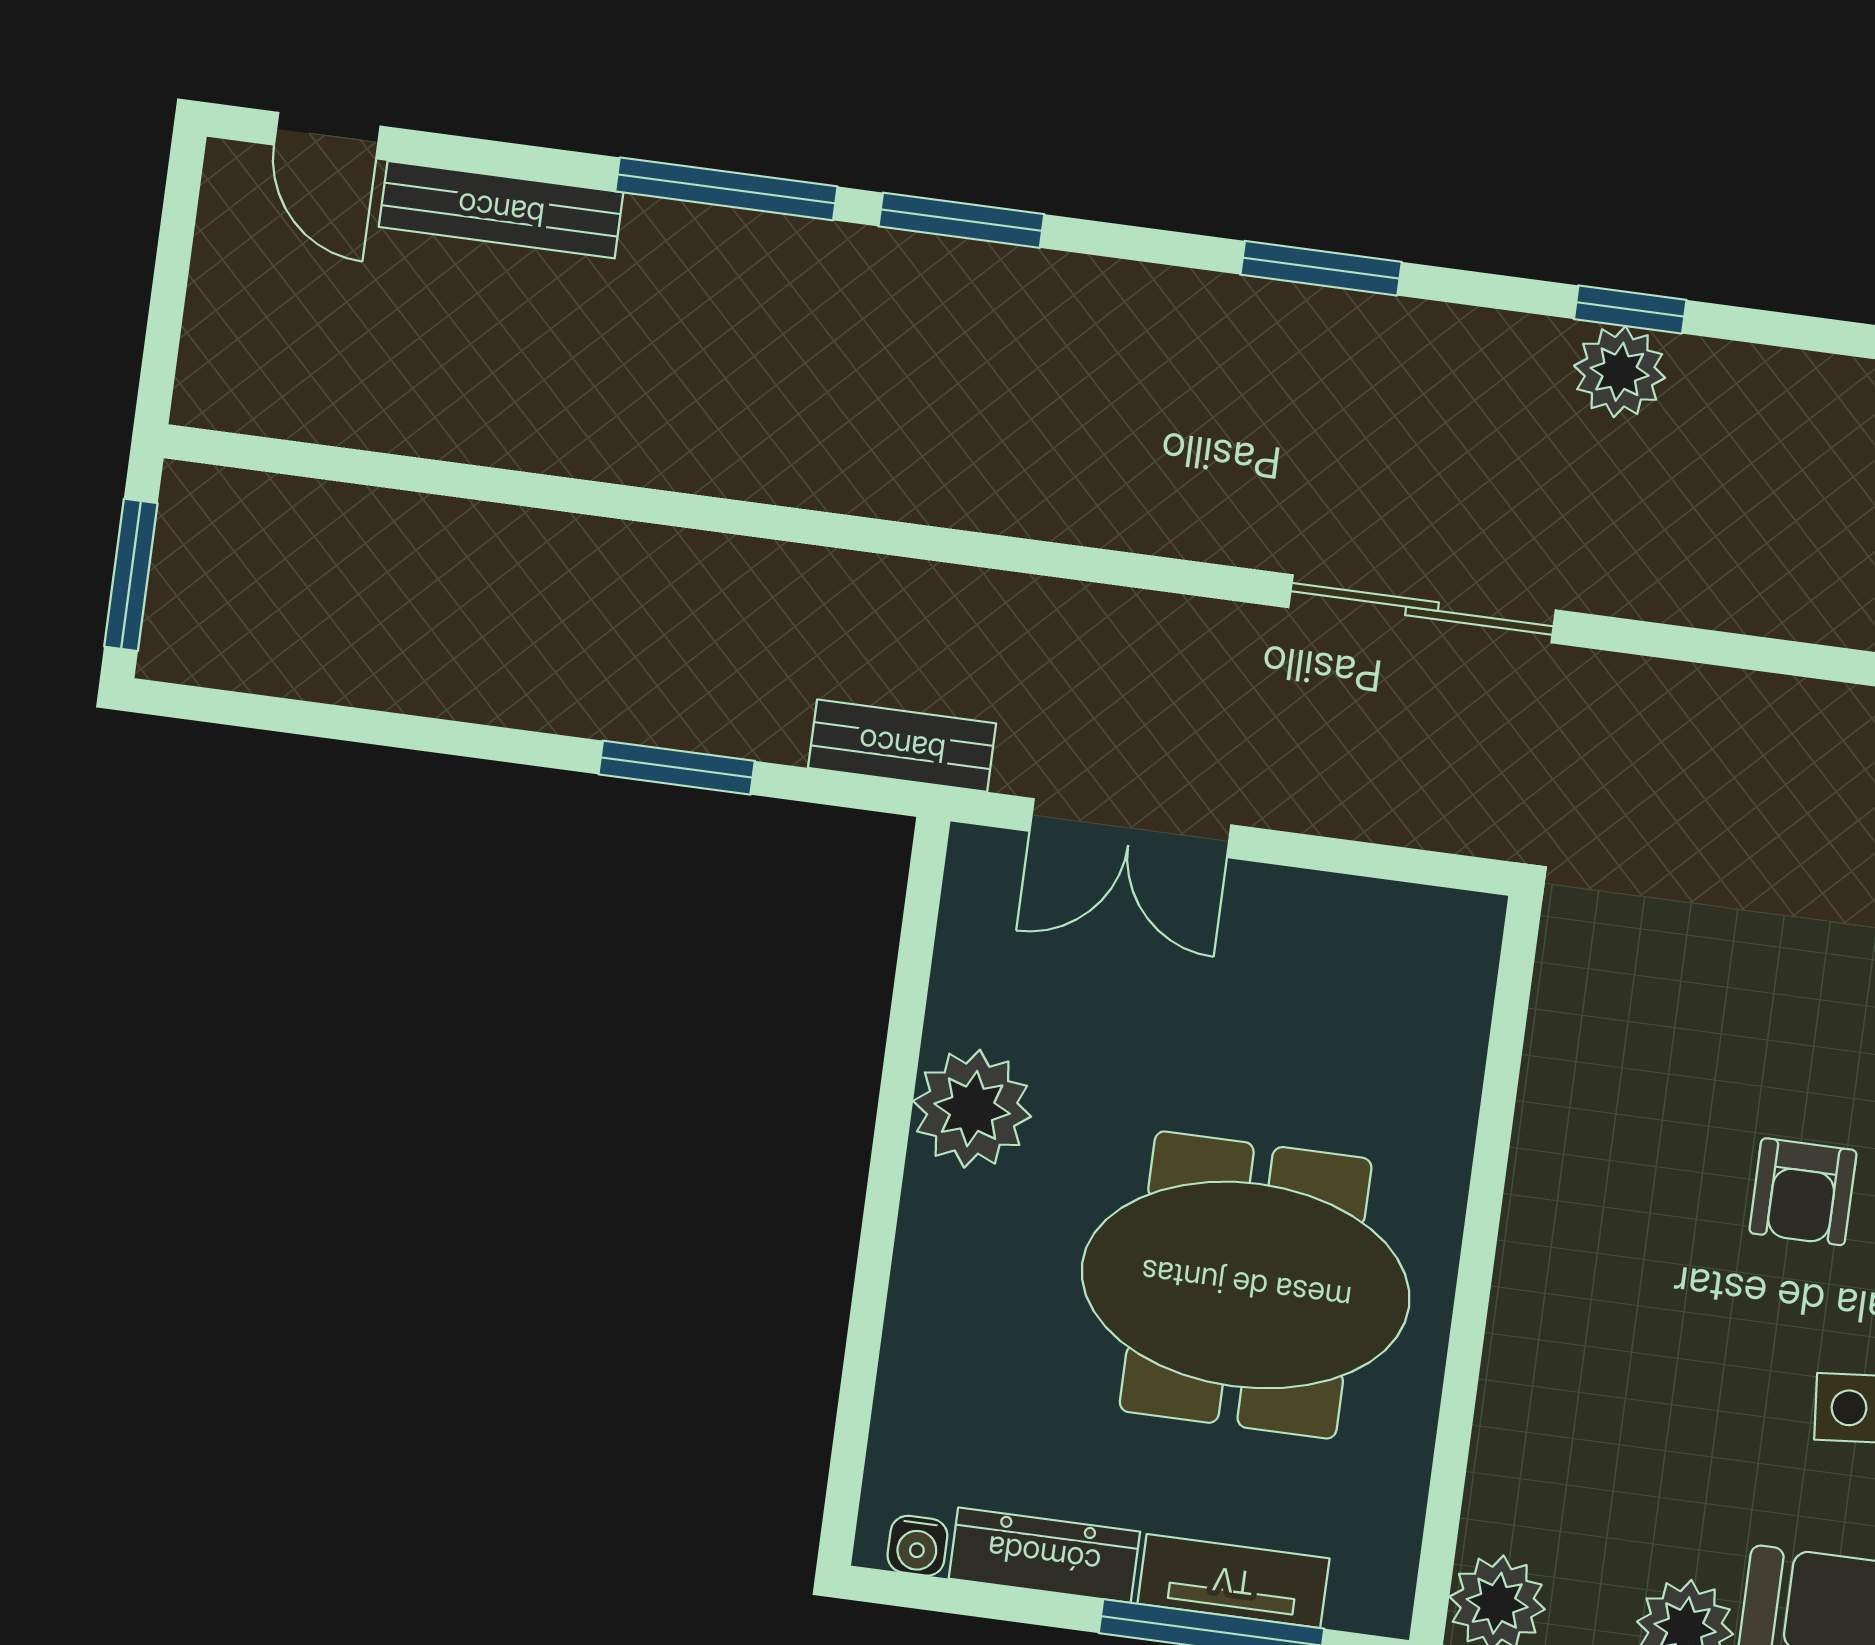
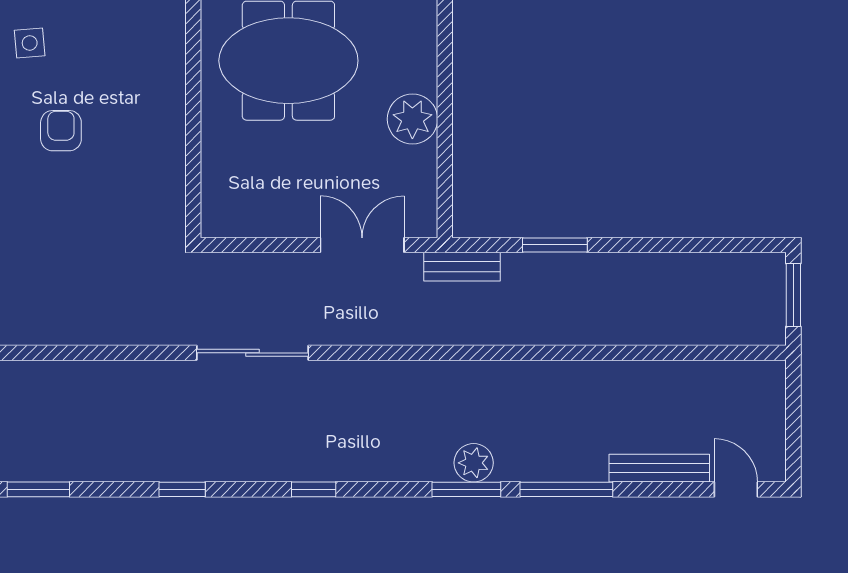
window: (1321, 268) -> (314, 489), width x0.67
plant: (1620, 372) -> (474, 463), moved

